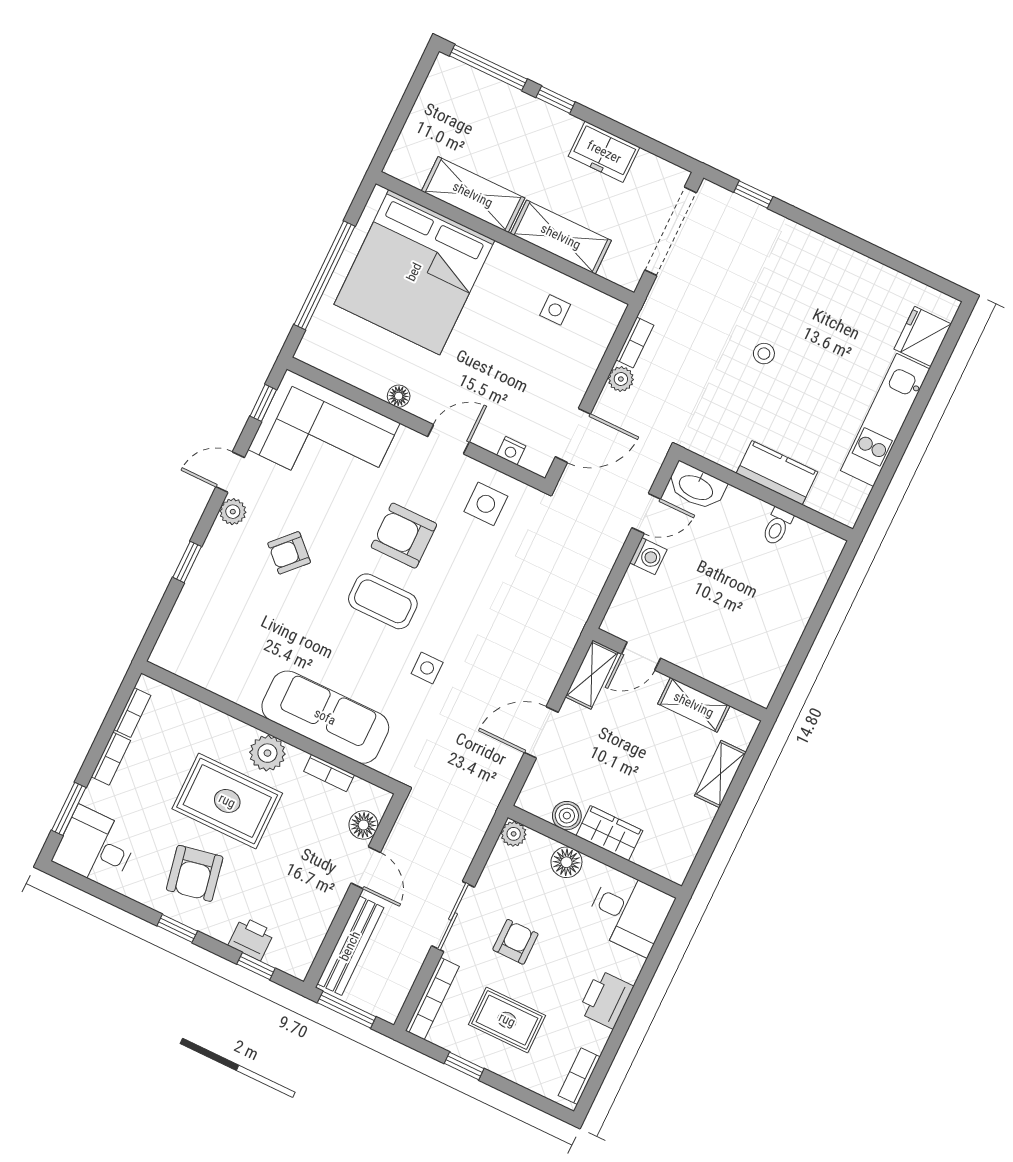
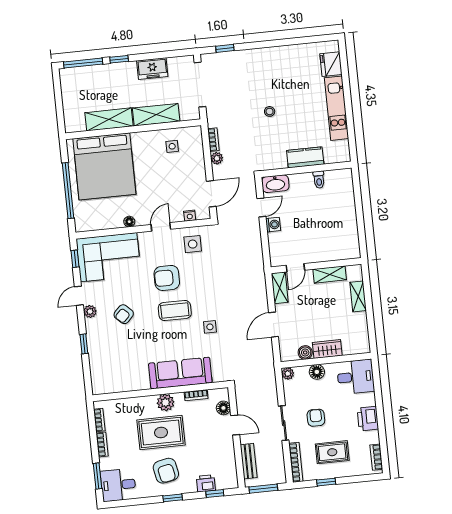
bench: (350, 946) -> (249, 461), width x0.73

